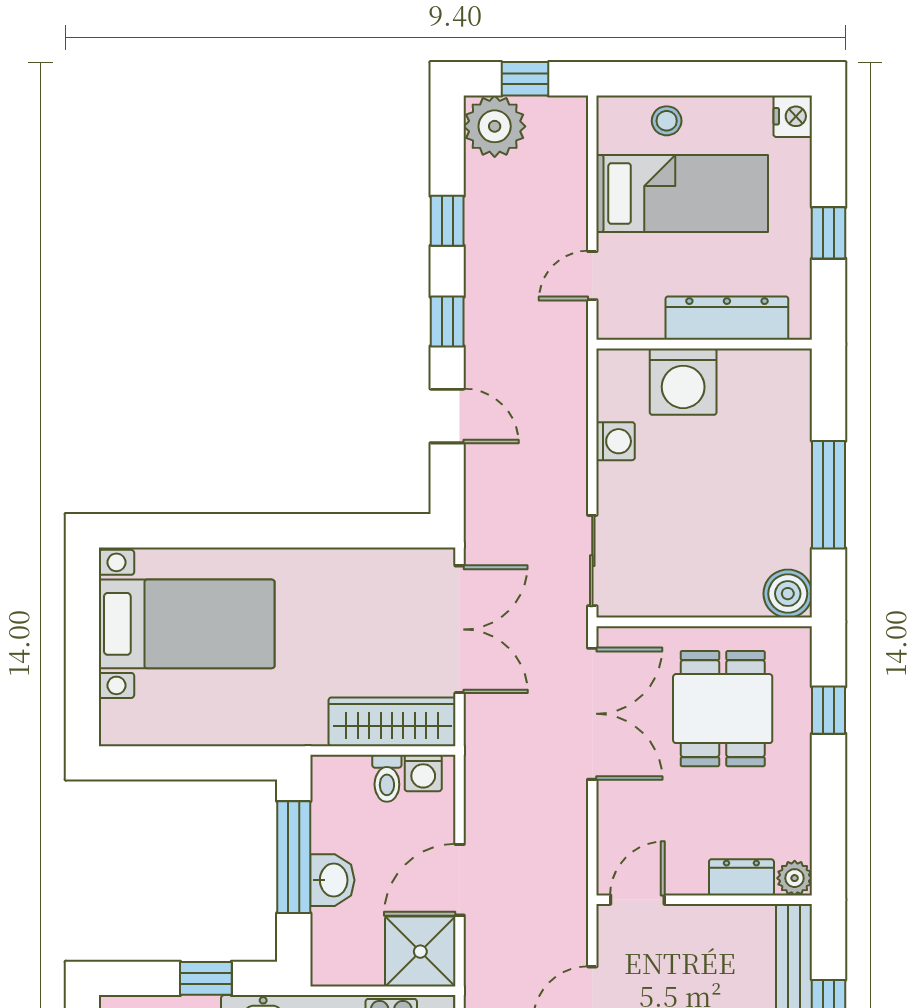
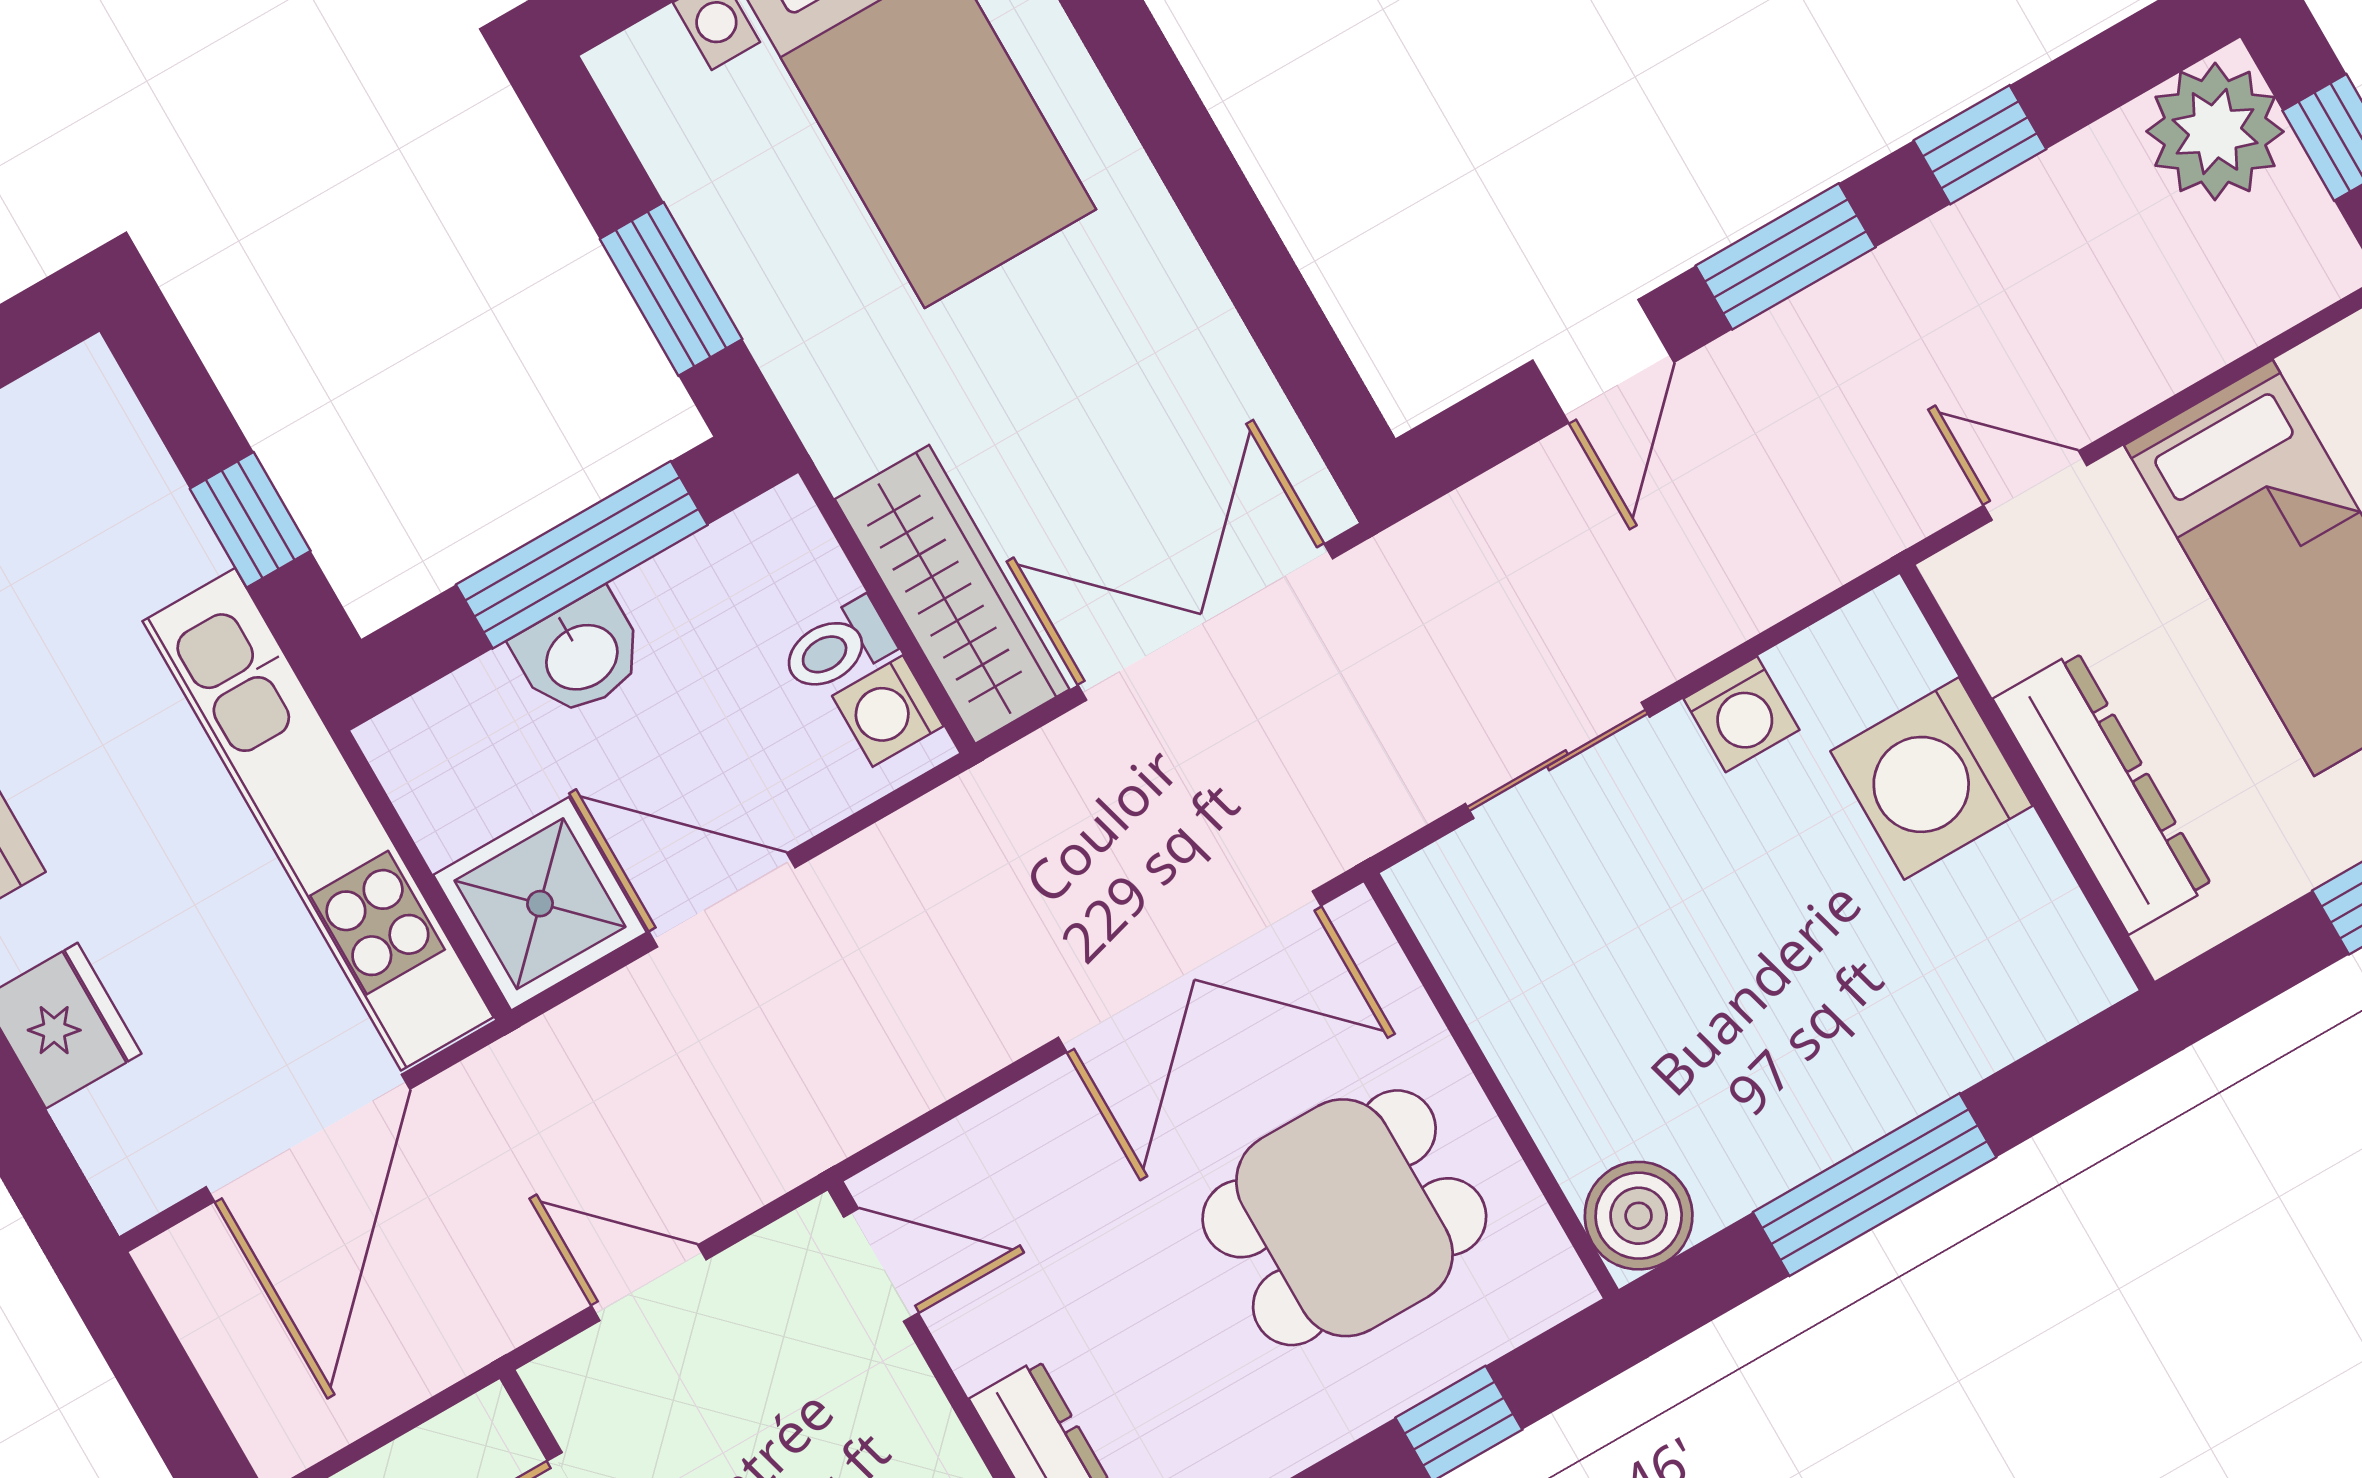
window: (447, 322) -> (1786, 256), width x1.50
sliding door: (592, 561) -> (1557, 760), moved
double door: (460, 629) -> (1205, 622), swing flipped
window: (210, 763) -> (671, 289), added

